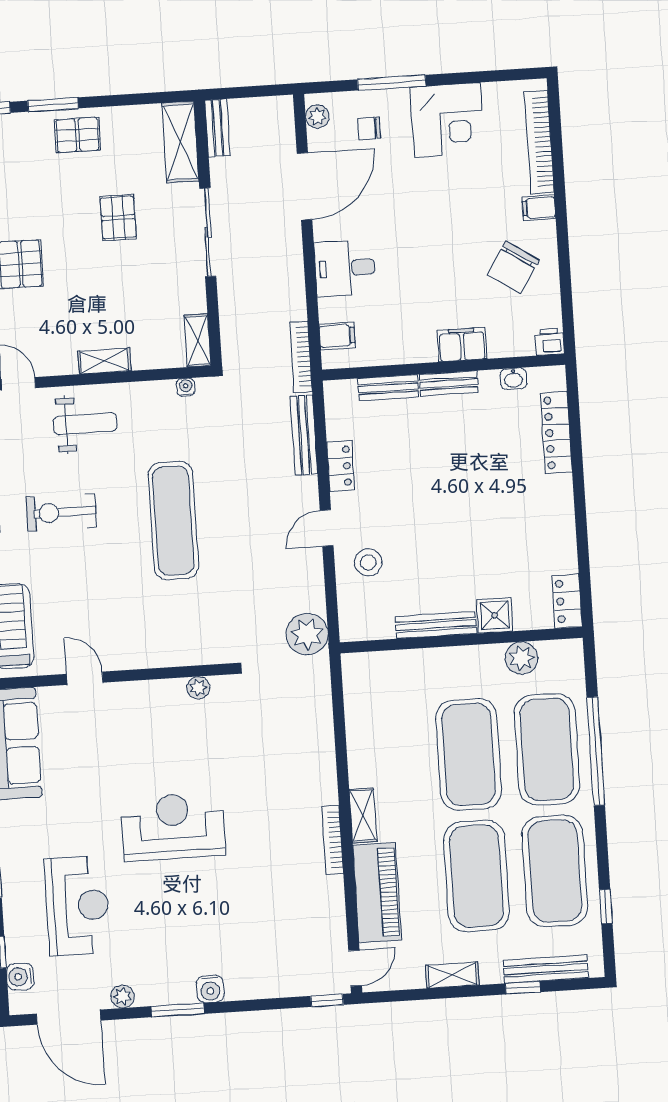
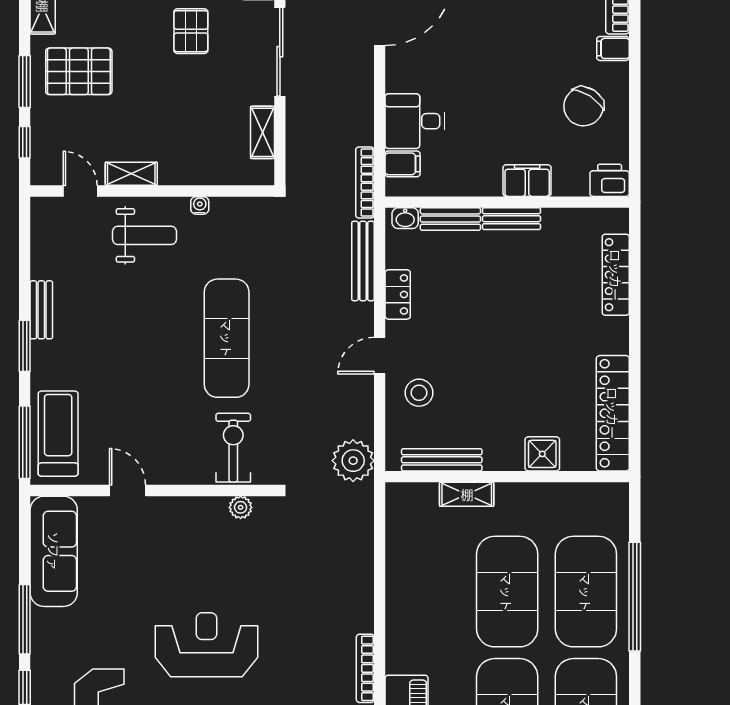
desk: (345, 268) -> (415, 121), moved
shelving: (198, 340) -> (262, 132), moved
printer: (549, 342) -> (610, 180), width x1.36, depth x1.24
shelving: (105, 361) -> (131, 174), moved
washbasin: (514, 379) -> (405, 218), moved
water cooler: (186, 387) -> (200, 205), moved
exercise bike: (61, 512) -> (233, 448), moved, turned 90
locker: (567, 601) -> (613, 413), width x2.16, depth x1.21
bench: (436, 625) -> (442, 460), moved
plant: (521, 658) -> (566, 498), removed
shelving: (363, 815) -> (467, 494), moved, turned 90

